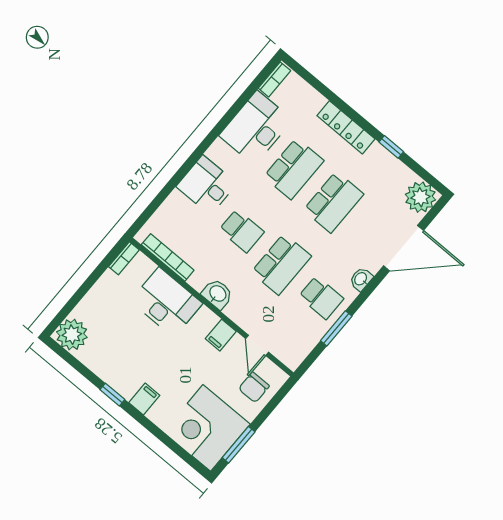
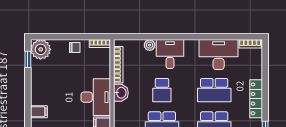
plant: (176, 201) -> (150, 45), added
chair: (104, 292) -> (75, 48), added
washbasin: (217, 294) -> (121, 93), moved
desk: (166, 302) -> (96, 97), moved
window: (112, 395) -> (28, 59), moved

